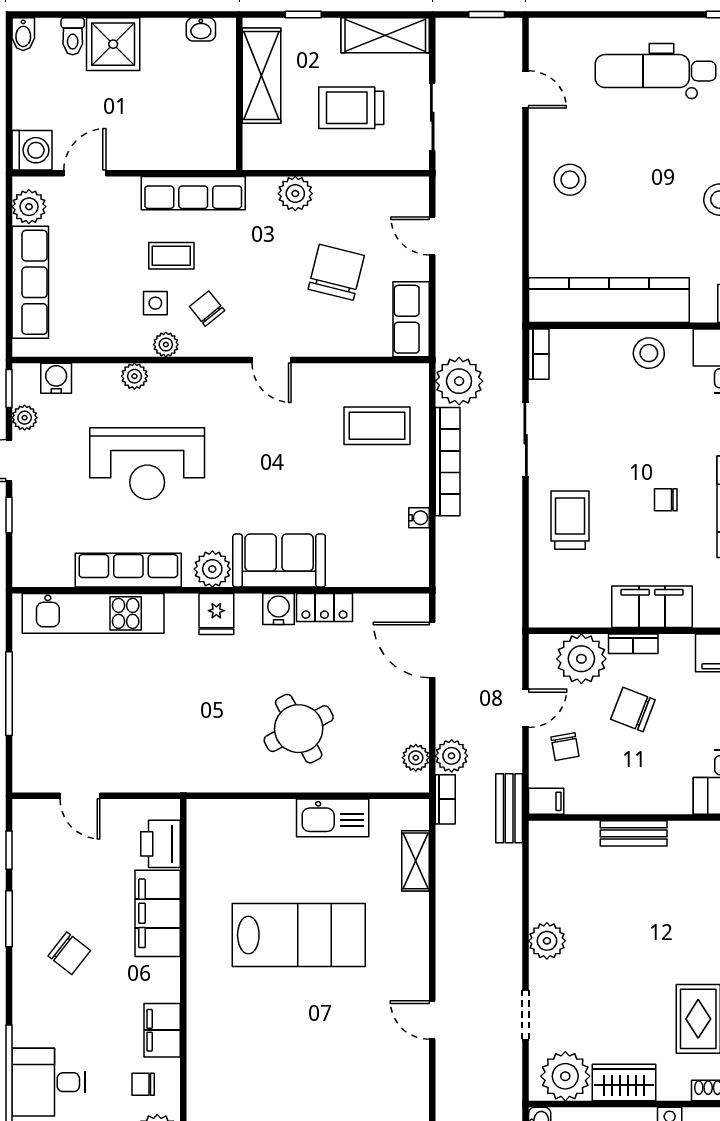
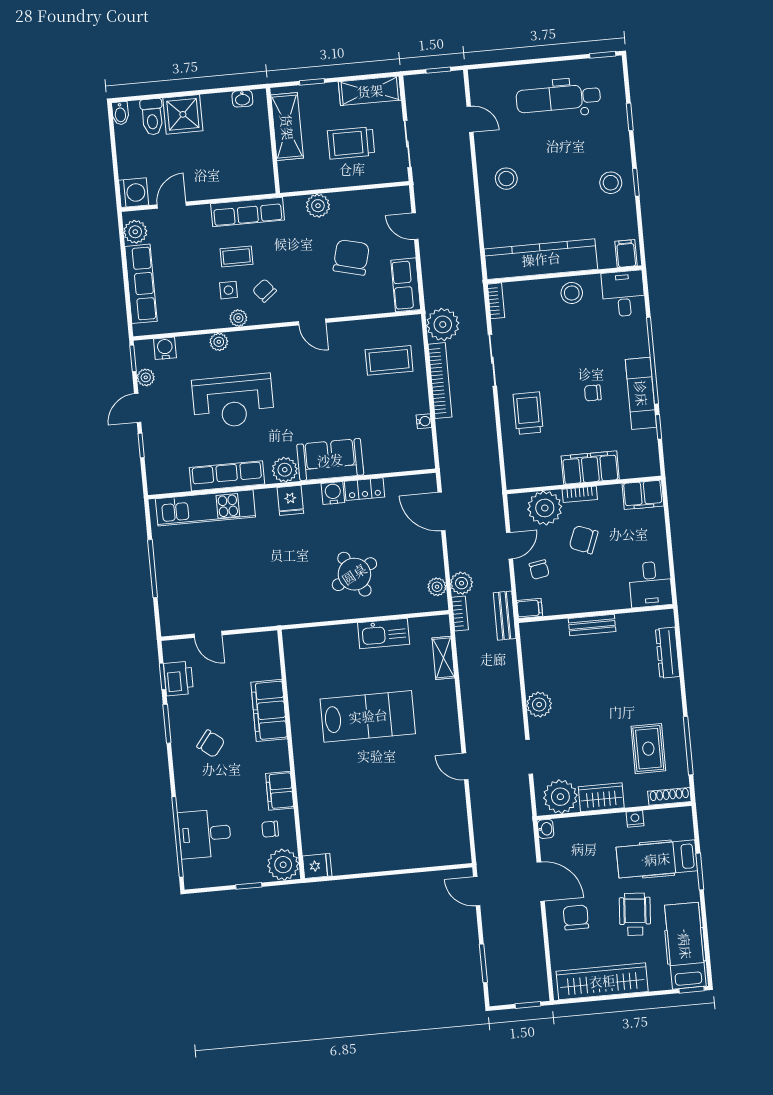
toilet: (73, 36) -> (152, 117), width x1.37, depth x1.39
printer: (160, 844) -> (179, 678), moved, turned 180

